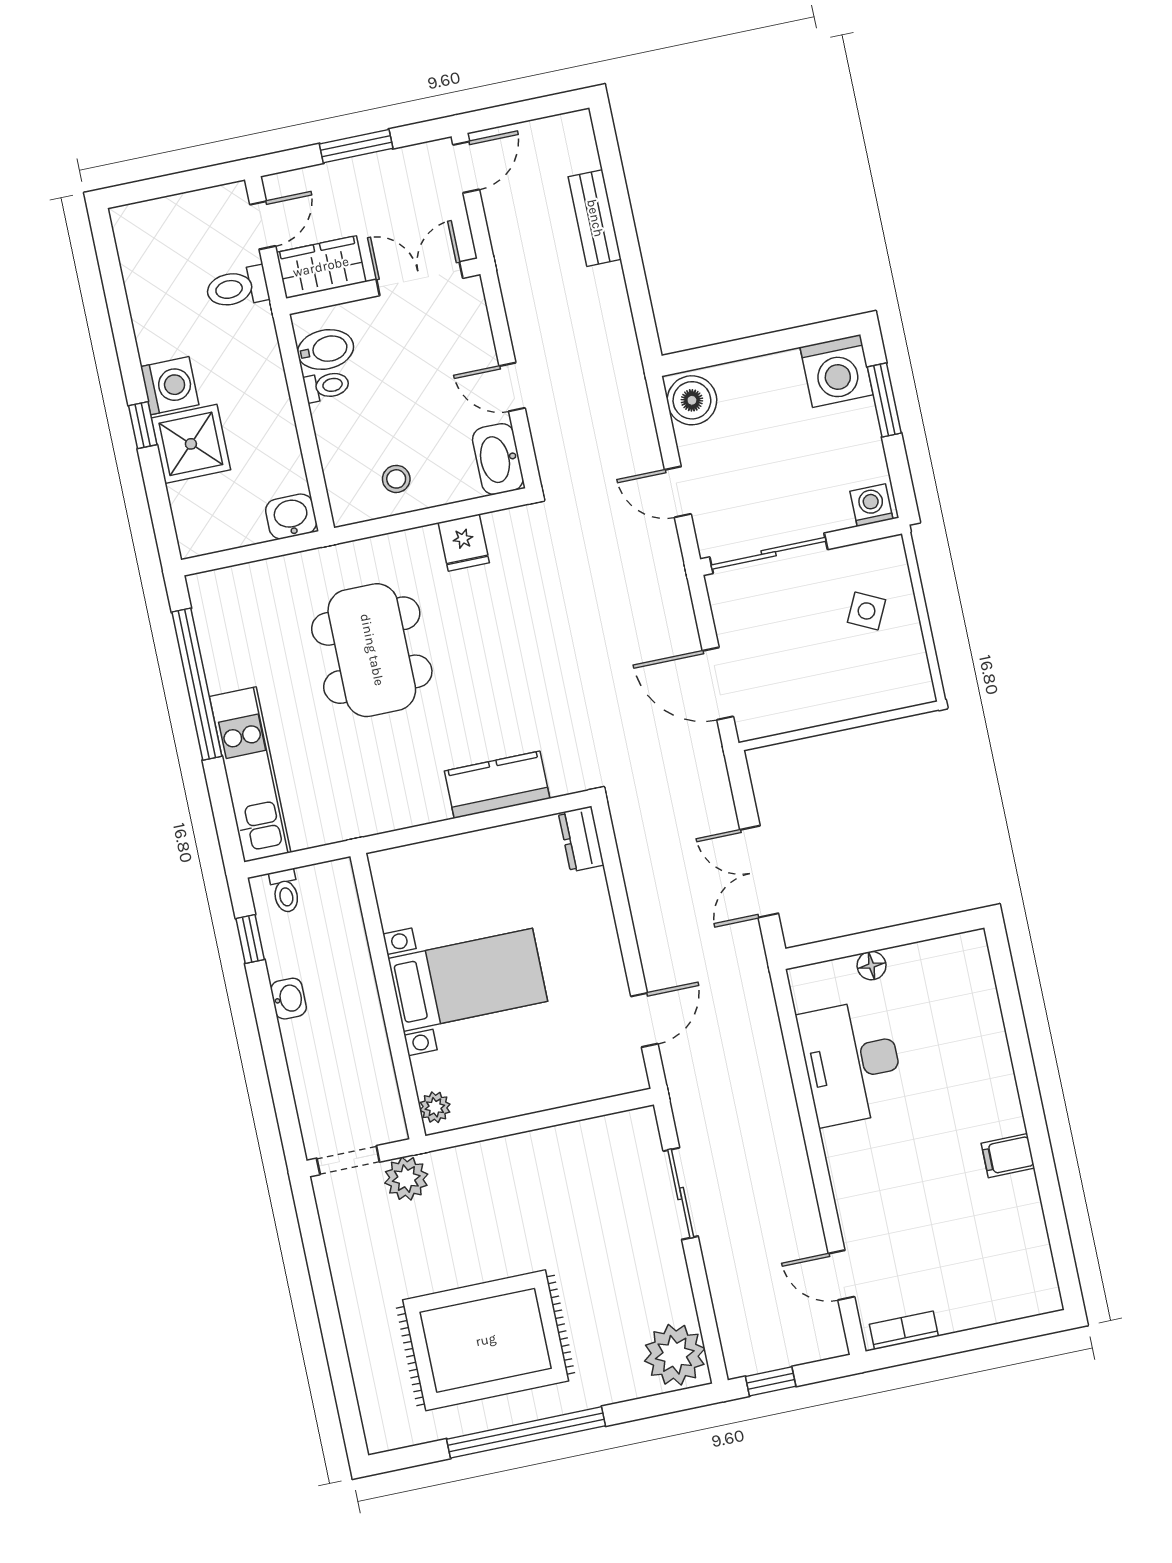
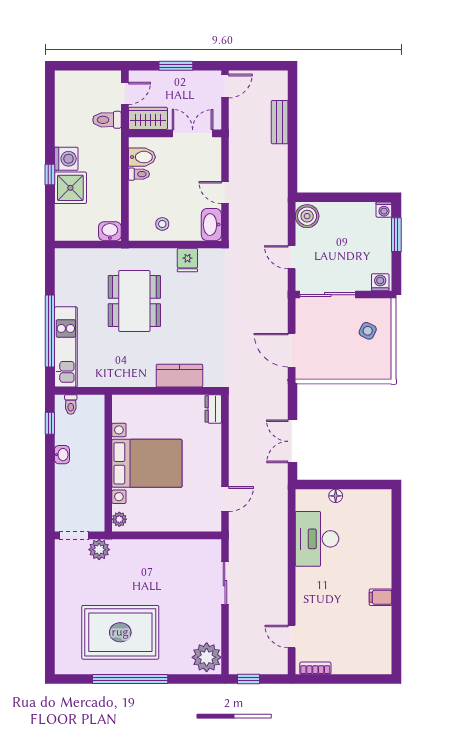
washing machine: (837, 371) -> (384, 210), width x0.53, depth x0.53
window: (197, 684) -> (50, 331), moved
bed with nightstands: (468, 980) -> (147, 463), width x1.36

